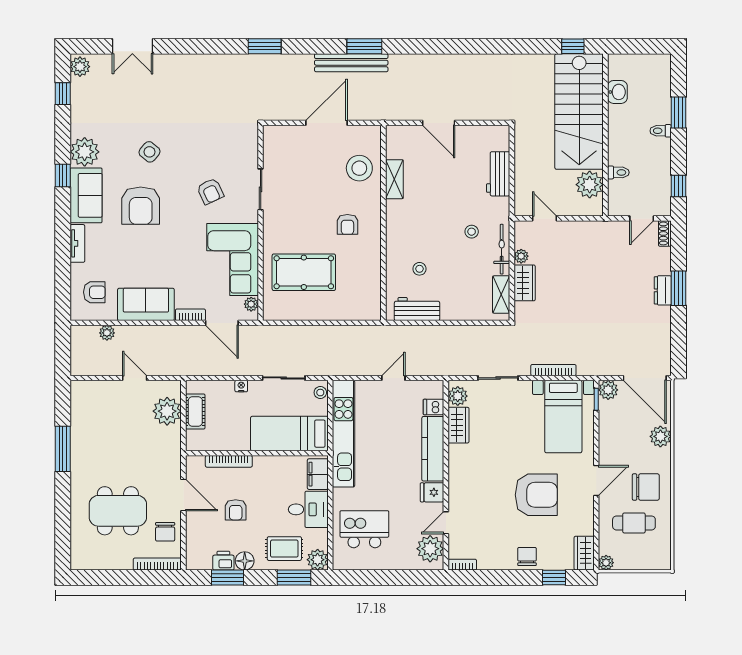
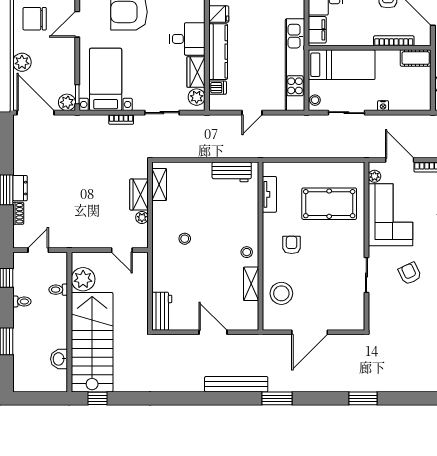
bench: (351, 63) -> (236, 384), moved
toilet: (661, 131) -> (22, 302), moved
workbench: (498, 174) -> (162, 311), moved
shoe rack: (665, 233) -> (18, 213), moved
bicycle: (502, 249) -> (159, 224), removed
stool: (419, 269) -> (247, 252), moved
tv unit: (373, 283) -> (269, 194), added
bookcase: (553, 370) -> (121, 119), width x0.64
cot: (195, 411) -> (416, 58), moved, turned 90
desk: (468, 463) -> (187, 39), added

